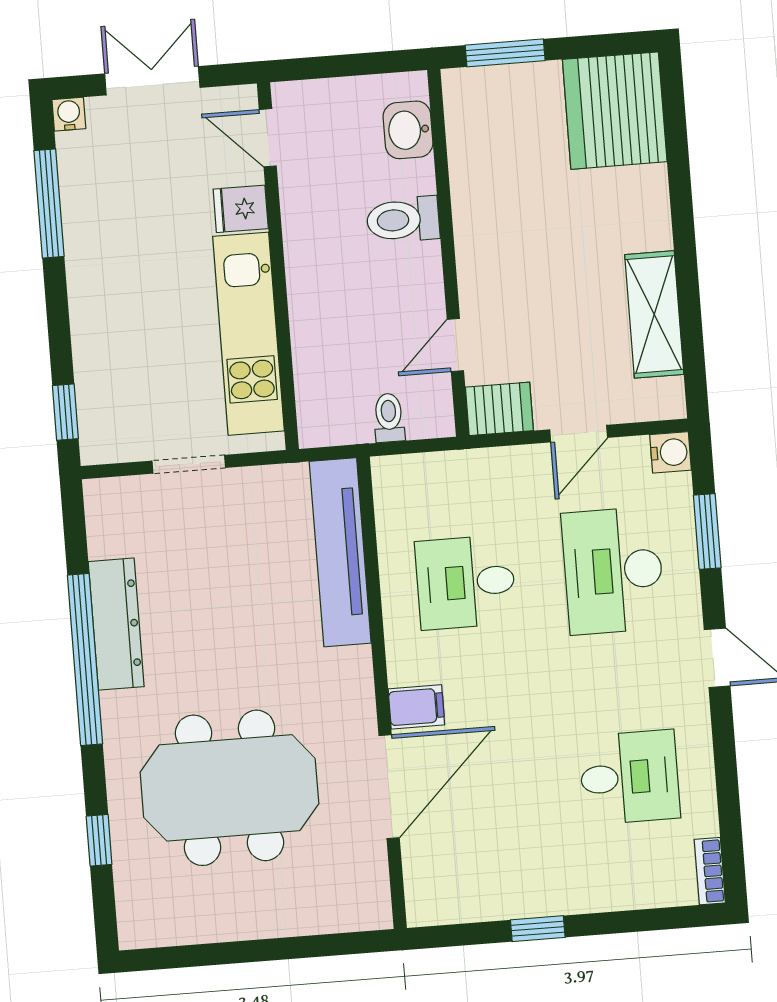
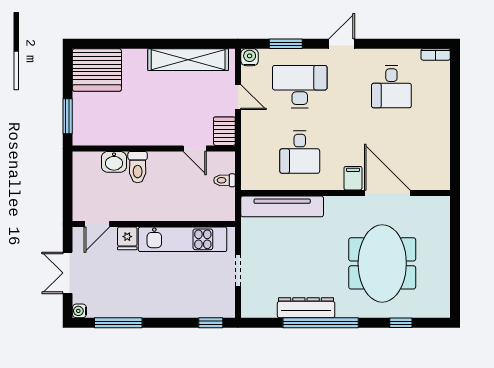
washbasin: (408, 130) -> (114, 162), moved
shelving: (654, 314) -> (188, 60), width x1.47
desk: (613, 571) -> (300, 87), turned 180
desk: (629, 777) -> (391, 87), turned 180
window: (538, 929) -> (455, 132), removed

